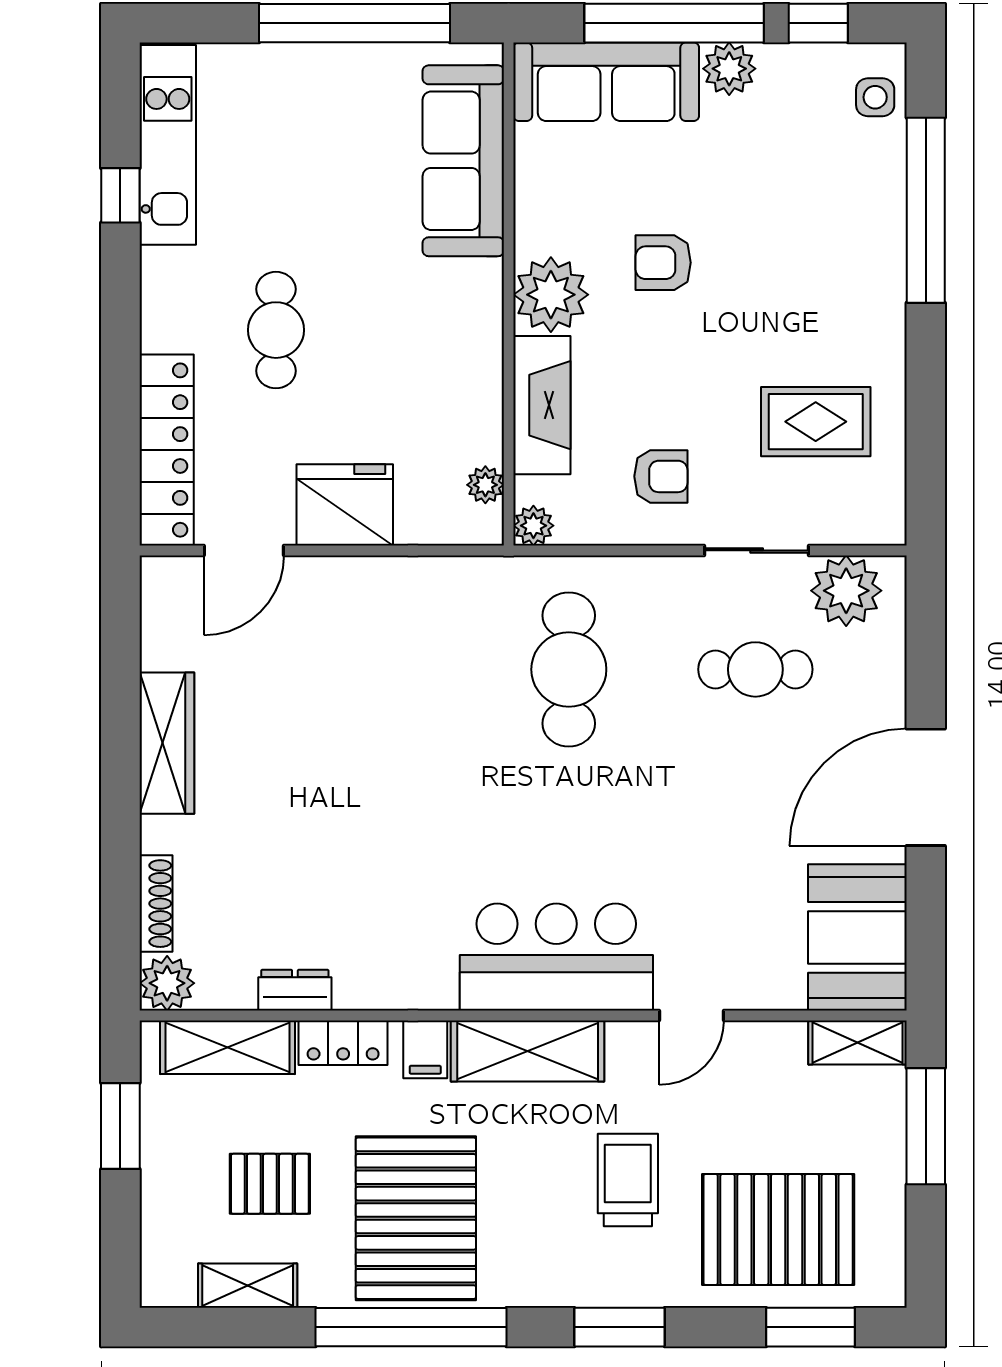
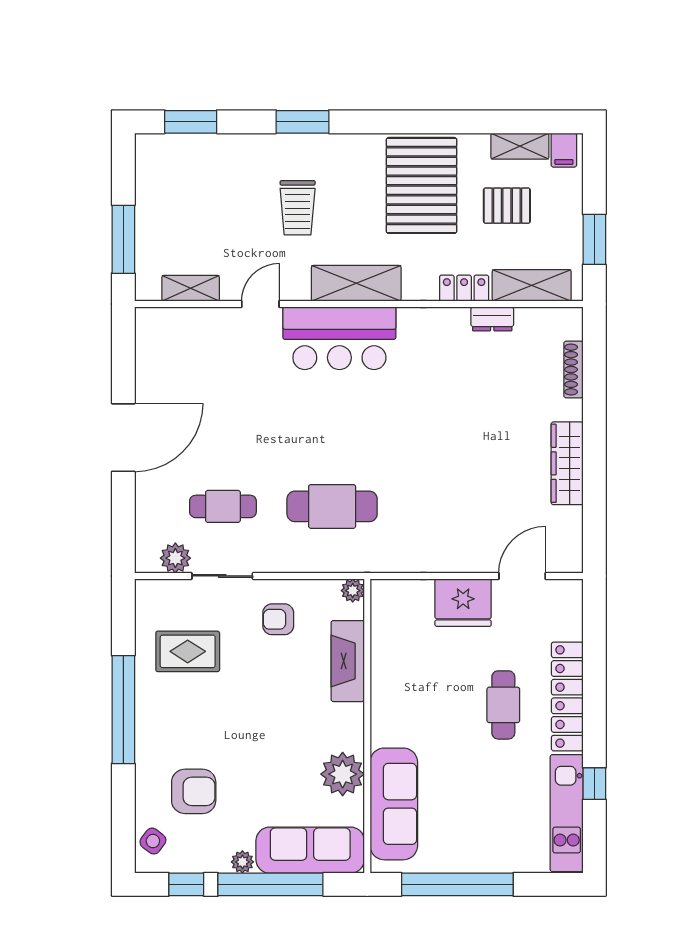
plant: (729, 69) -> (242, 862), width x0.73, depth x0.73
side table: (875, 97) -> (153, 841), turned 37
window: (926, 210) -> (123, 710), moved
armchair: (663, 263) -> (194, 791), moved, width x1.38, depth x1.38
plant: (551, 295) -> (343, 774), moved
locker: (167, 450) -> (567, 696), moved
plant: (485, 485) -> (381, 614), removed
plant: (846, 591) -> (175, 558), width x0.73, depth x0.73
cafe table: (569, 669) -> (332, 506), turned 90
booth: (857, 937) -> (163, 350), removed
plant: (167, 983) -> (567, 323), removed
shelving: (857, 1042) -> (191, 288), moved
filing cabinet: (425, 1049) -> (564, 150), moved, turned 180
pallet: (778, 1230) -> (210, 179), removed
window: (411, 1327) -> (424, 122), removed

